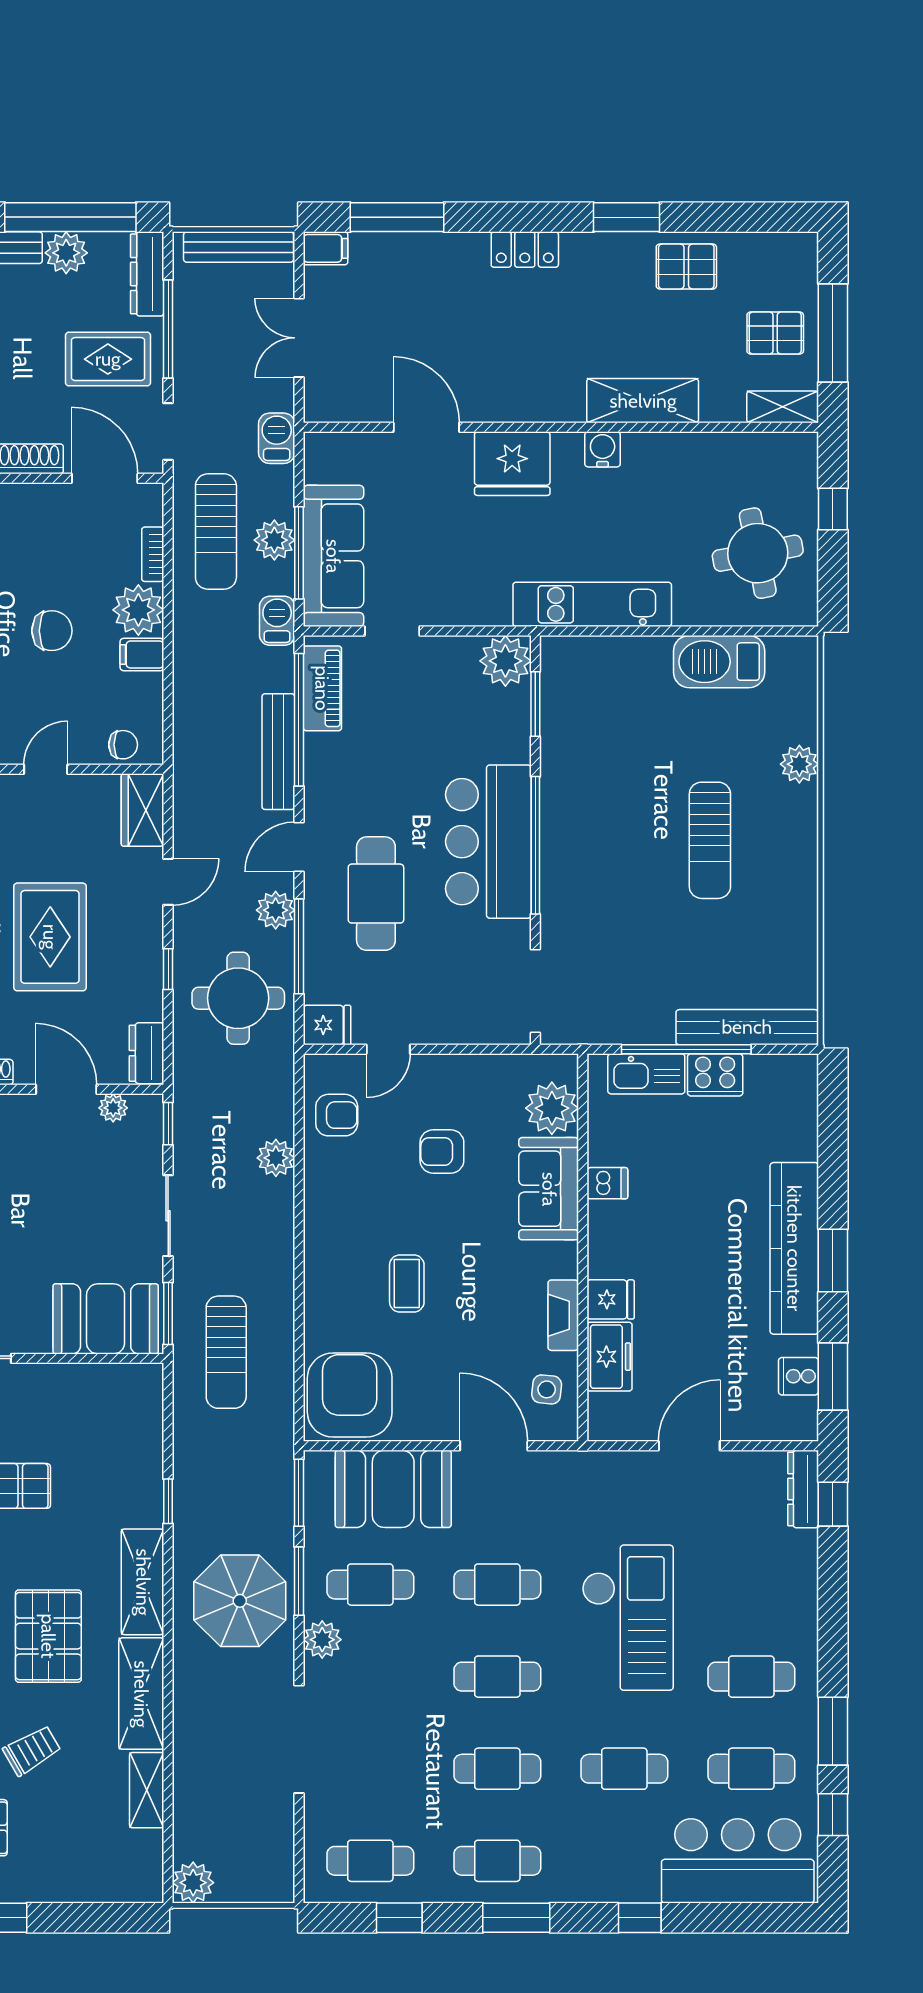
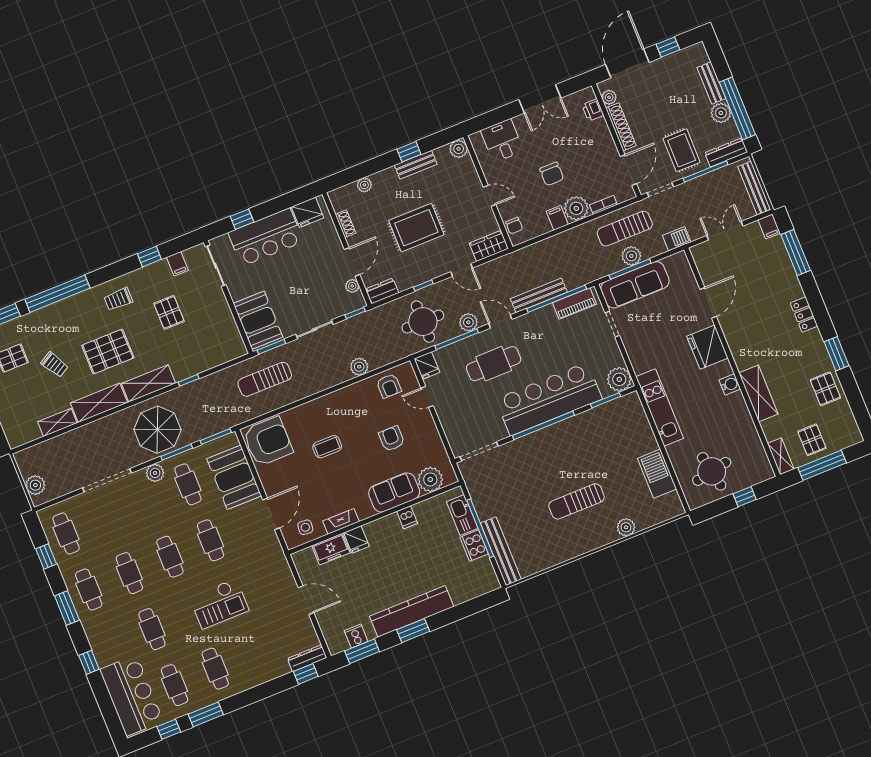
barbecue: (277, 621) -> (596, 271), removed
bar counter: (488, 842) -> (549, 399), width x1.36
checkout: (628, 1618) -> (219, 604), width x0.73, depth x0.83
plant: (193, 1883) -> (35, 485), moved

